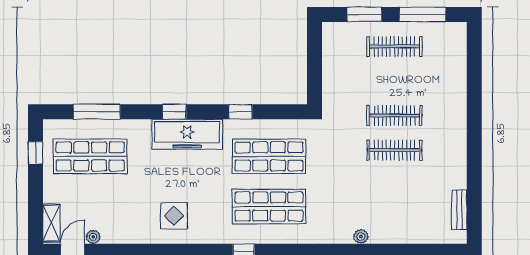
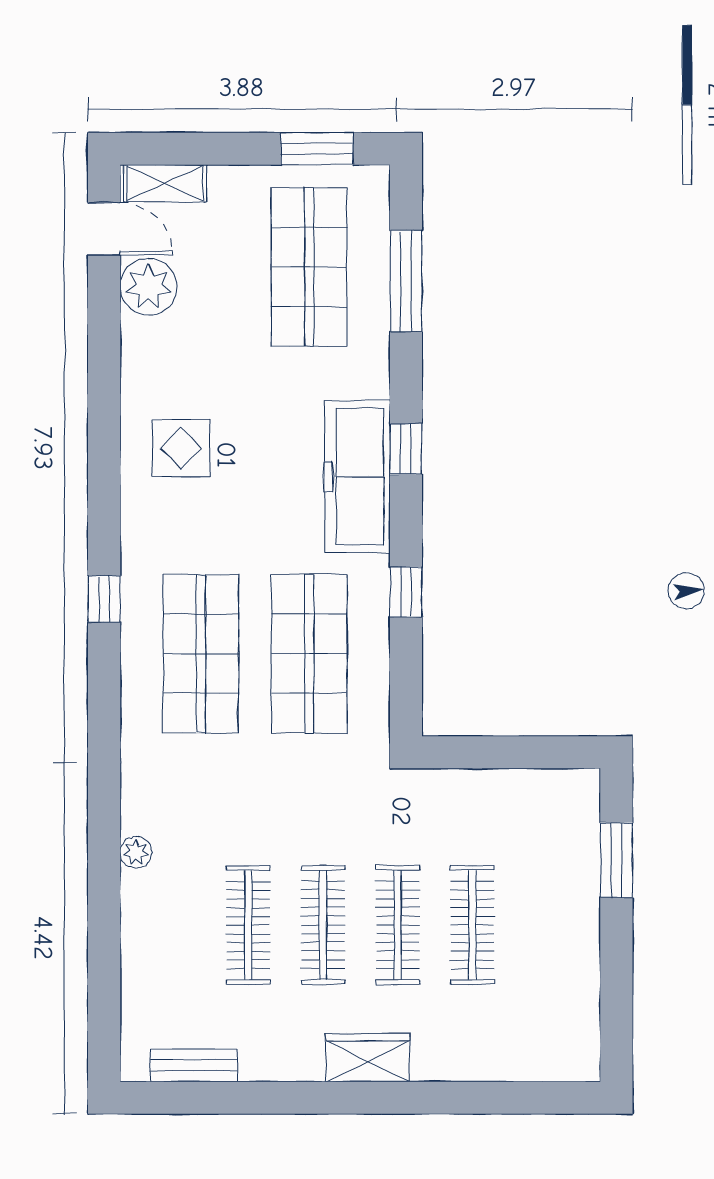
window: (423, 14) -> (616, 986), removed
clothes rail: (394, 46) -> (472, 925), moved
wardrobe: (456, 129) -> (368, 1058), added
window: (36, 153) -> (317, 149), width x1.50
clothes rail: (394, 185) -> (248, 925), added
plant: (93, 237) -> (148, 287), width x1.88, depth x1.88

